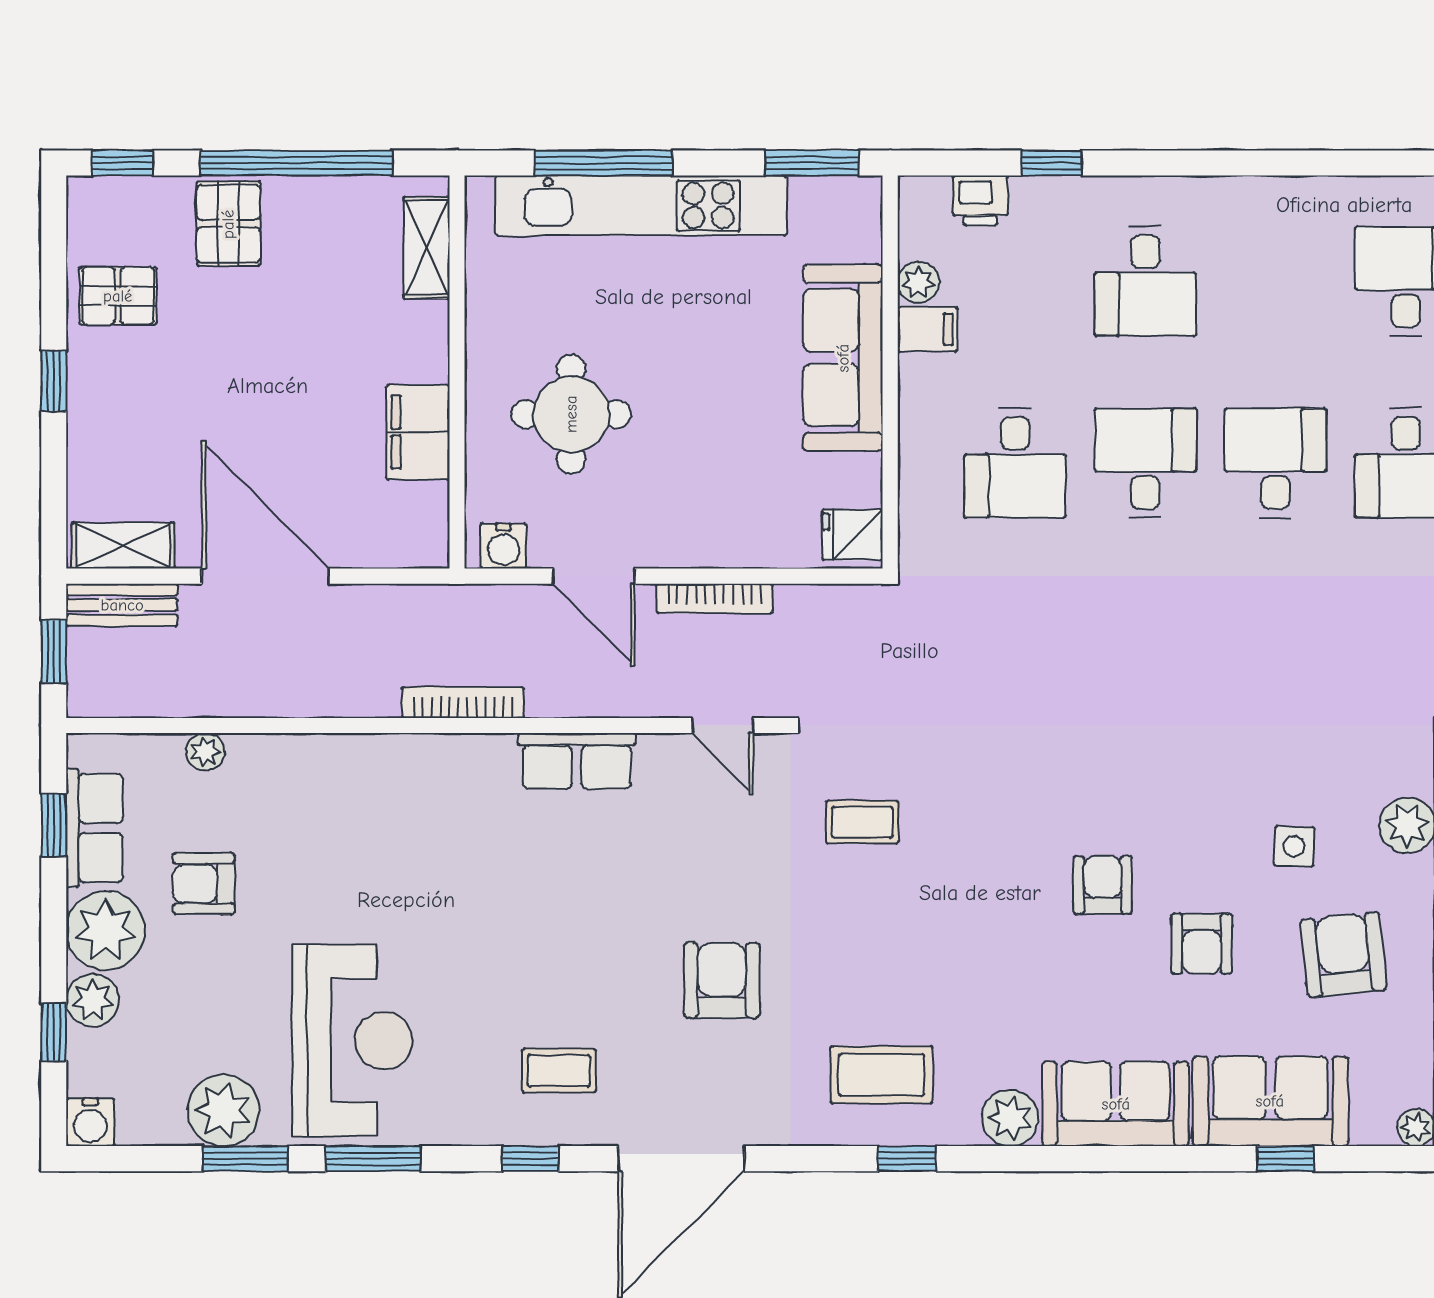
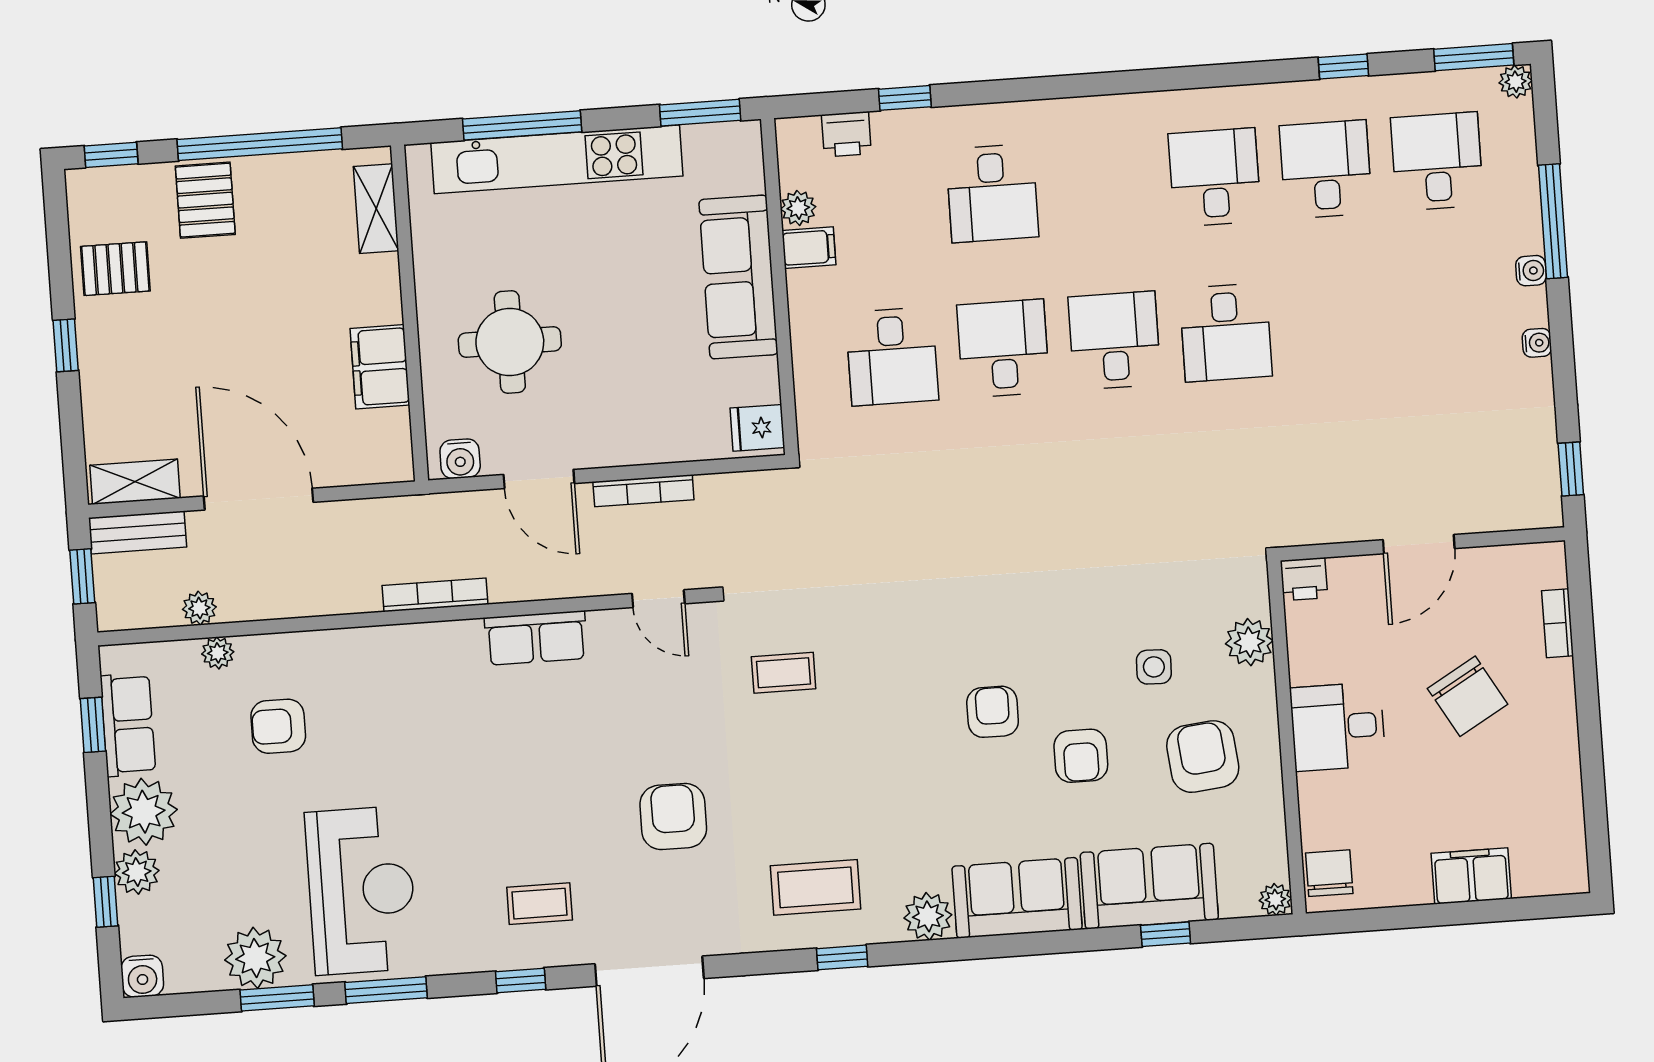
plant: (187, 698) -> (199, 608), added
armchair: (204, 884) -> (278, 726), moved

